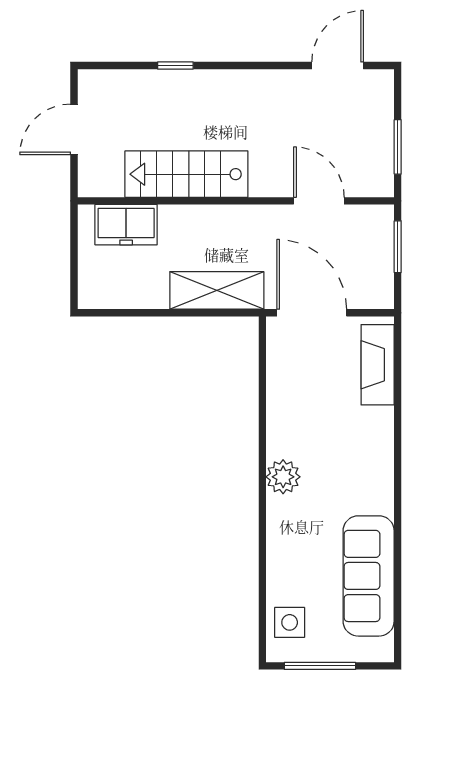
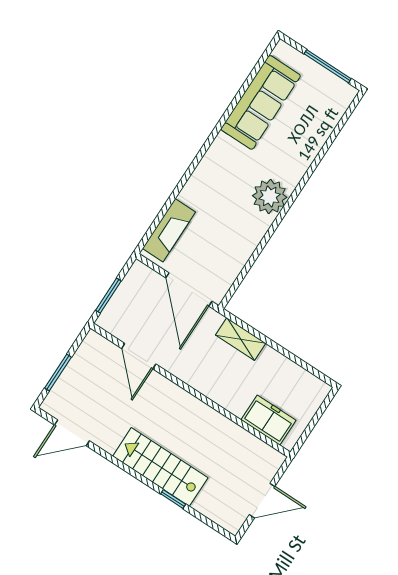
window: (398, 147) -> (58, 373), moved
stairs: (186, 174) -> (160, 467), moved, turned 180
shelving: (217, 290) -> (241, 339), width x0.67, depth x0.75
plant: (283, 477) -> (270, 196), width x1.36, depth x1.36
side table: (290, 622) -> (329, 106), removed

